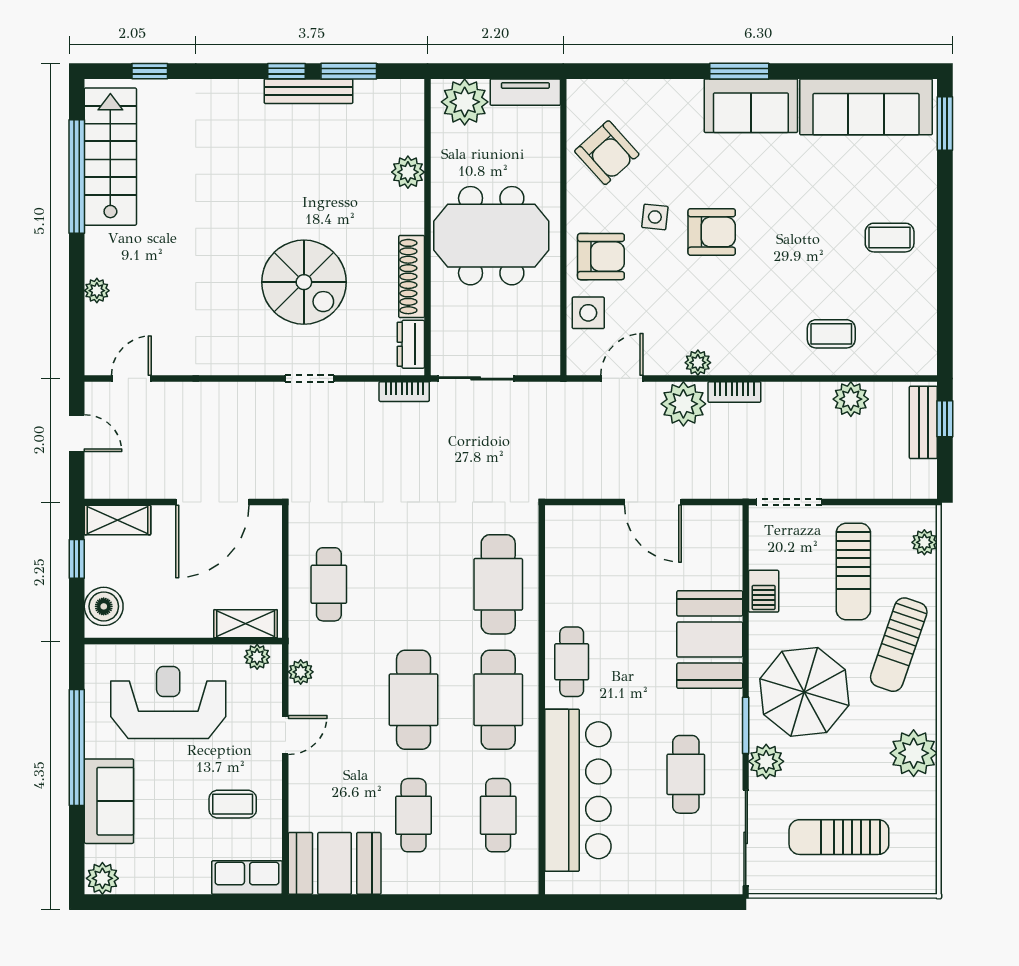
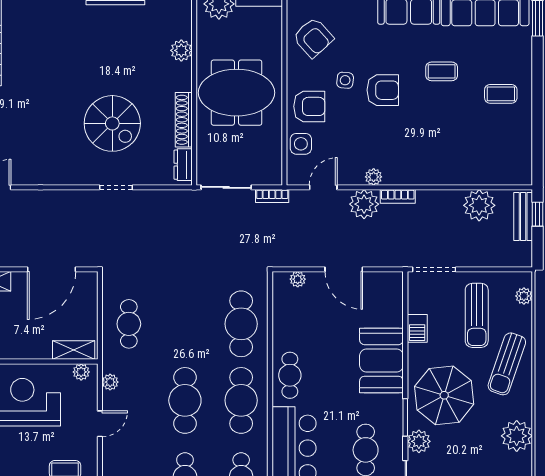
coffee table: (831, 334) -> (442, 71), moved
bookcase: (404, 392) -> (272, 196), moved
plant: (851, 399) -> (479, 205), width x1.36, depth x1.36
plant: (583, 517) -> (298, 279), added

